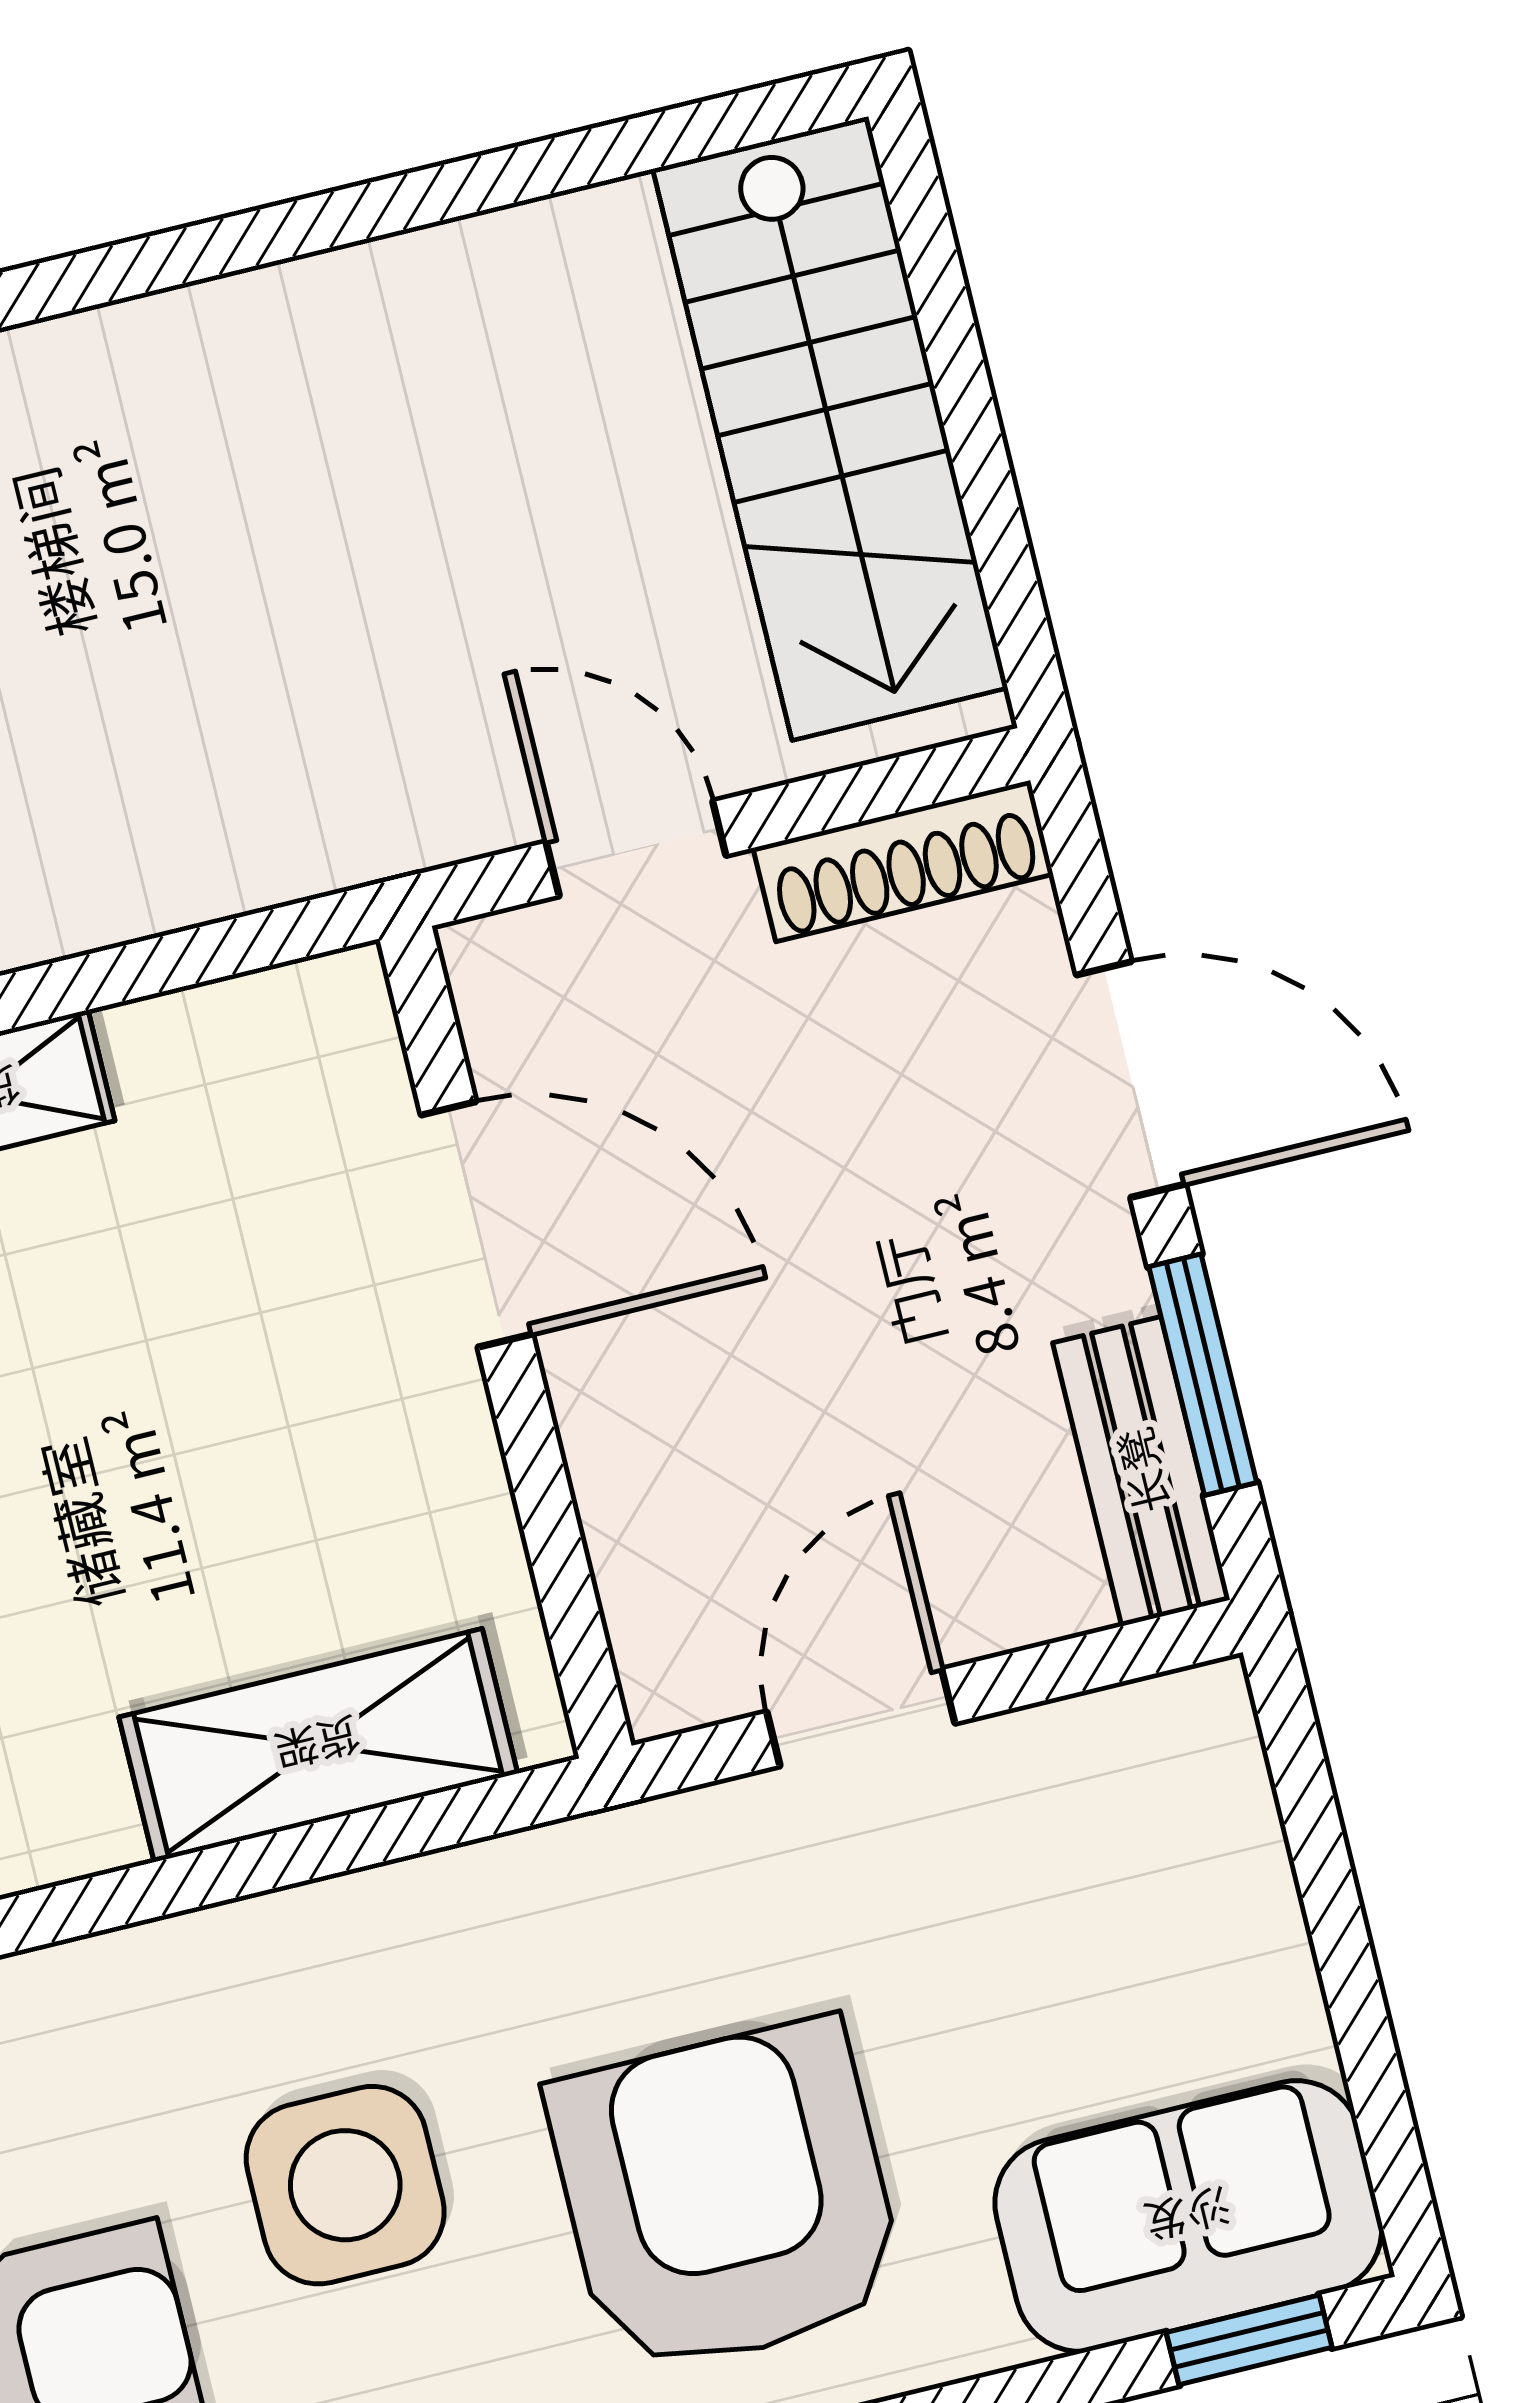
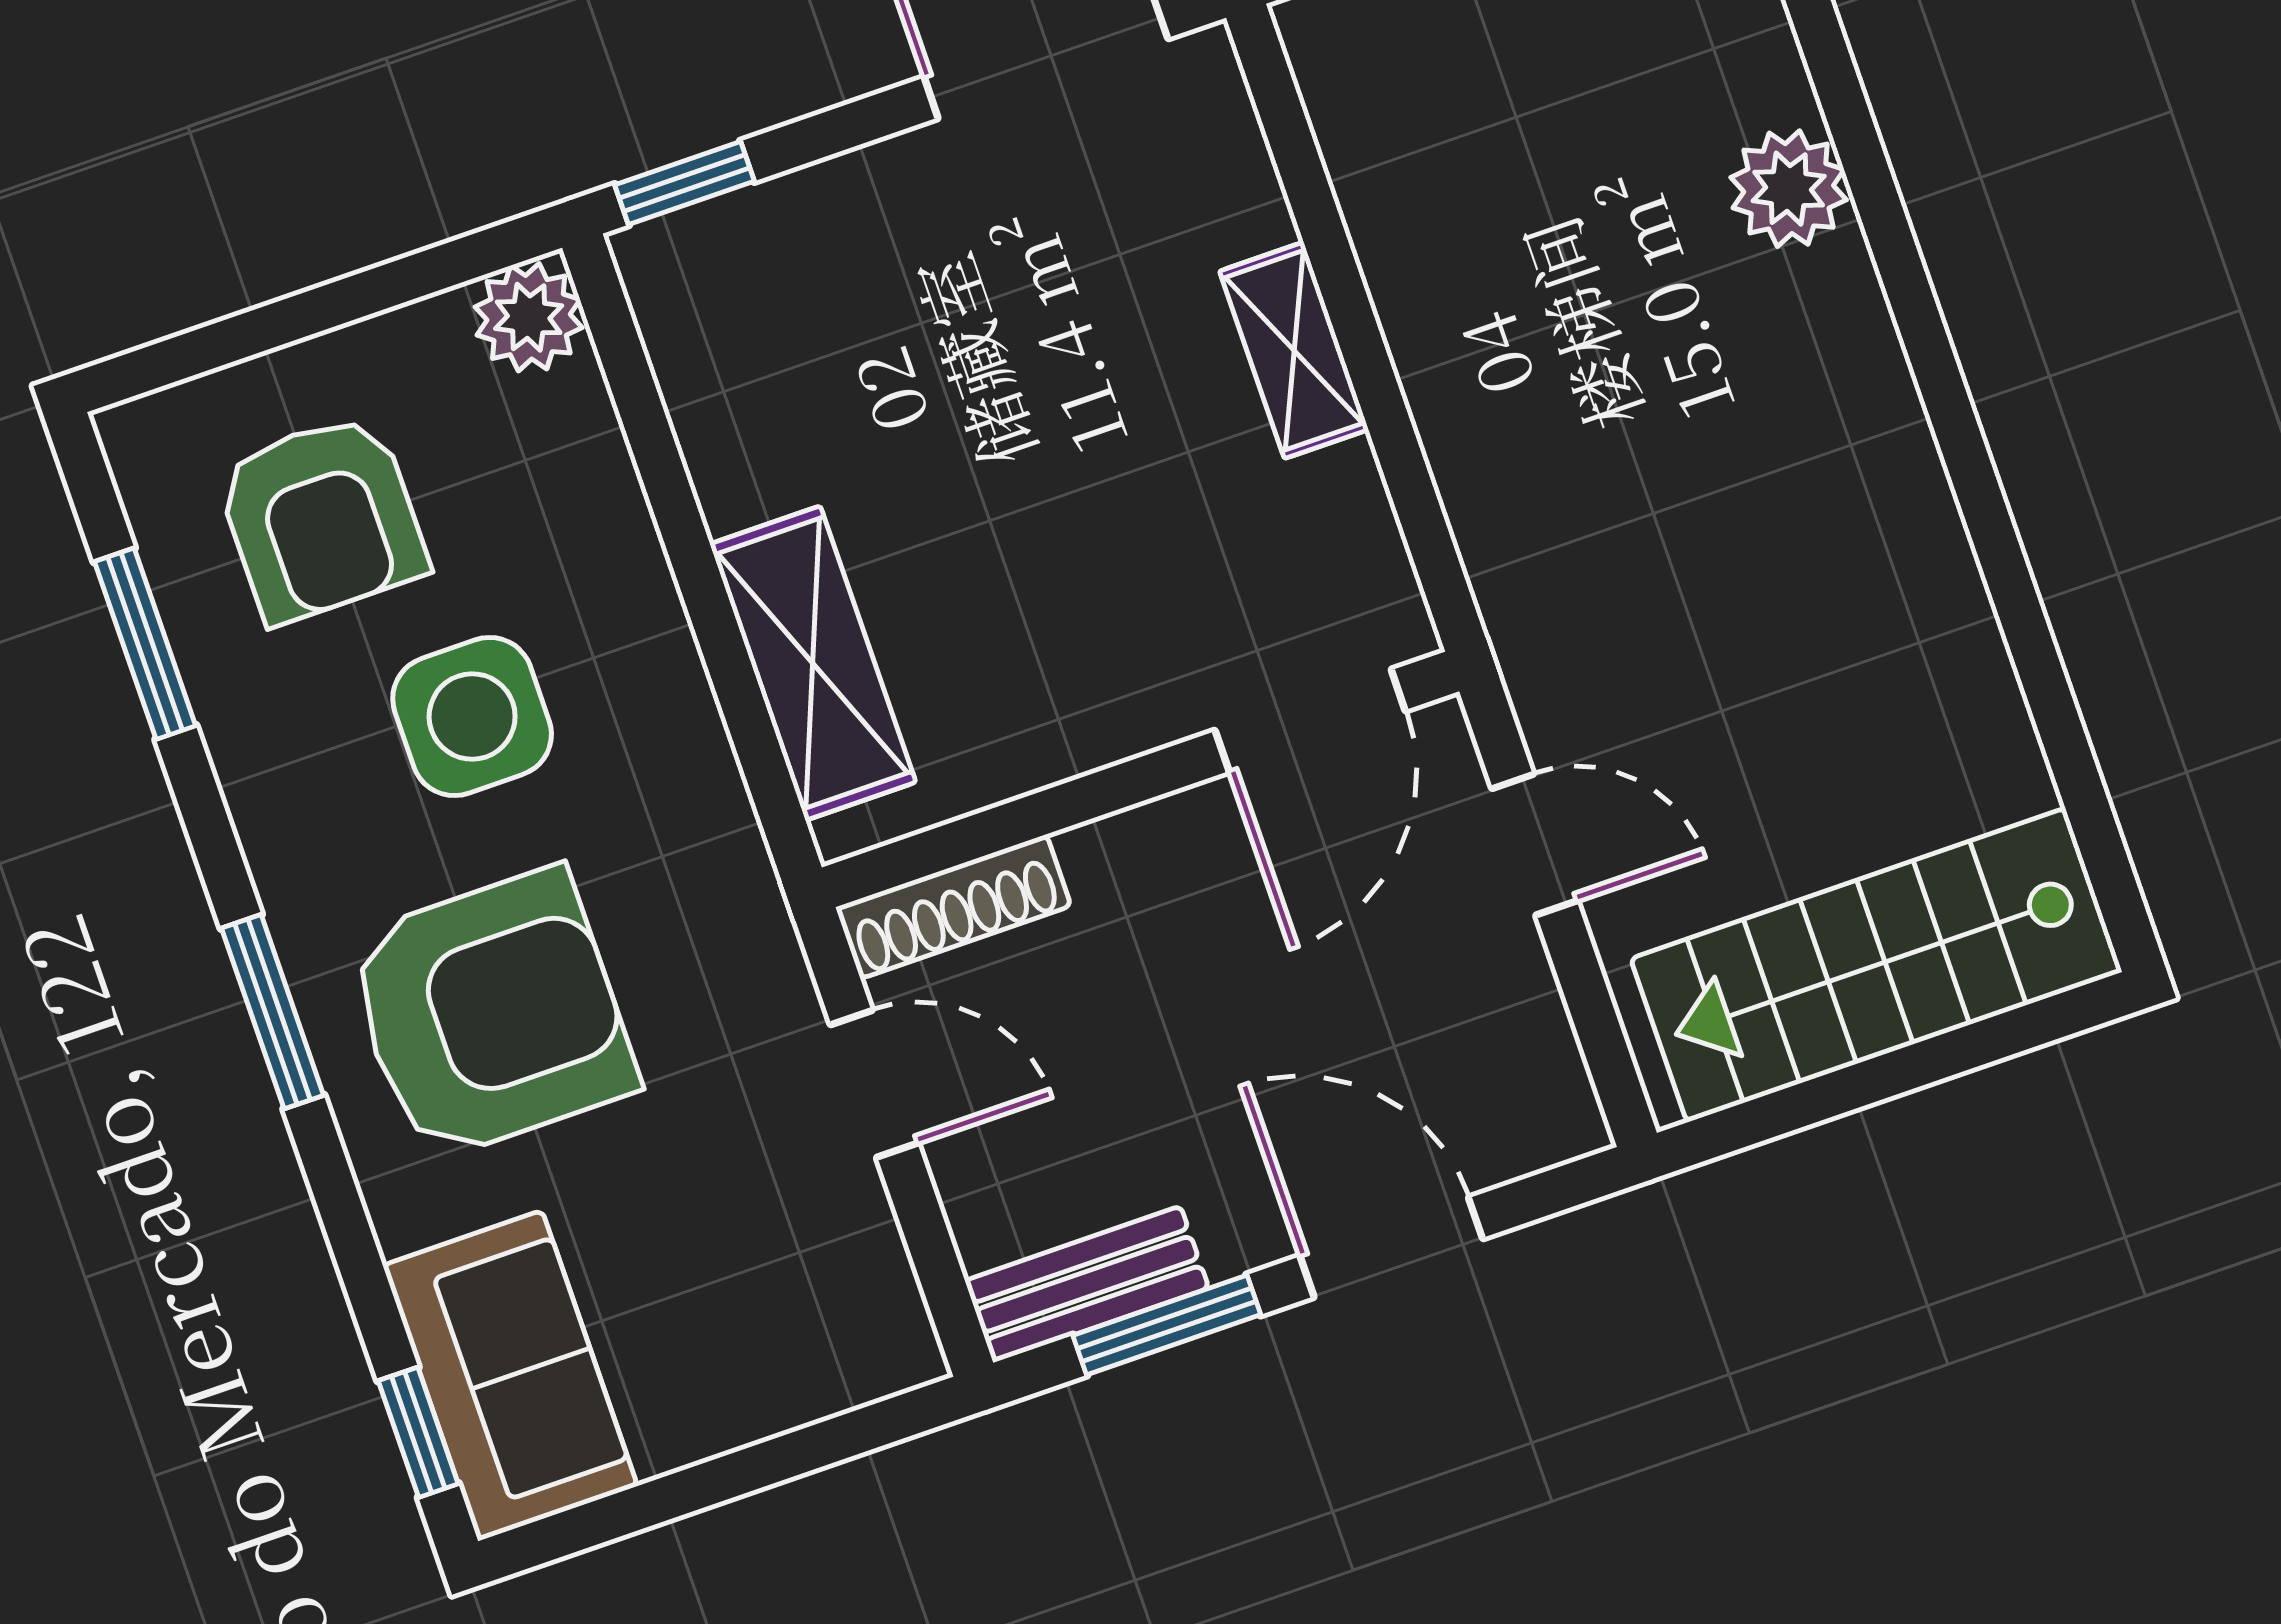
door: (636, 849) -> (1535, 845), hinge flipped
shoe rack: (903, 861) -> (953, 907), moved, turned -90
door: (1131, 1080) -> (1391, 1247), swing flipped
door: (477, 1224) -> (1310, 721), moved

